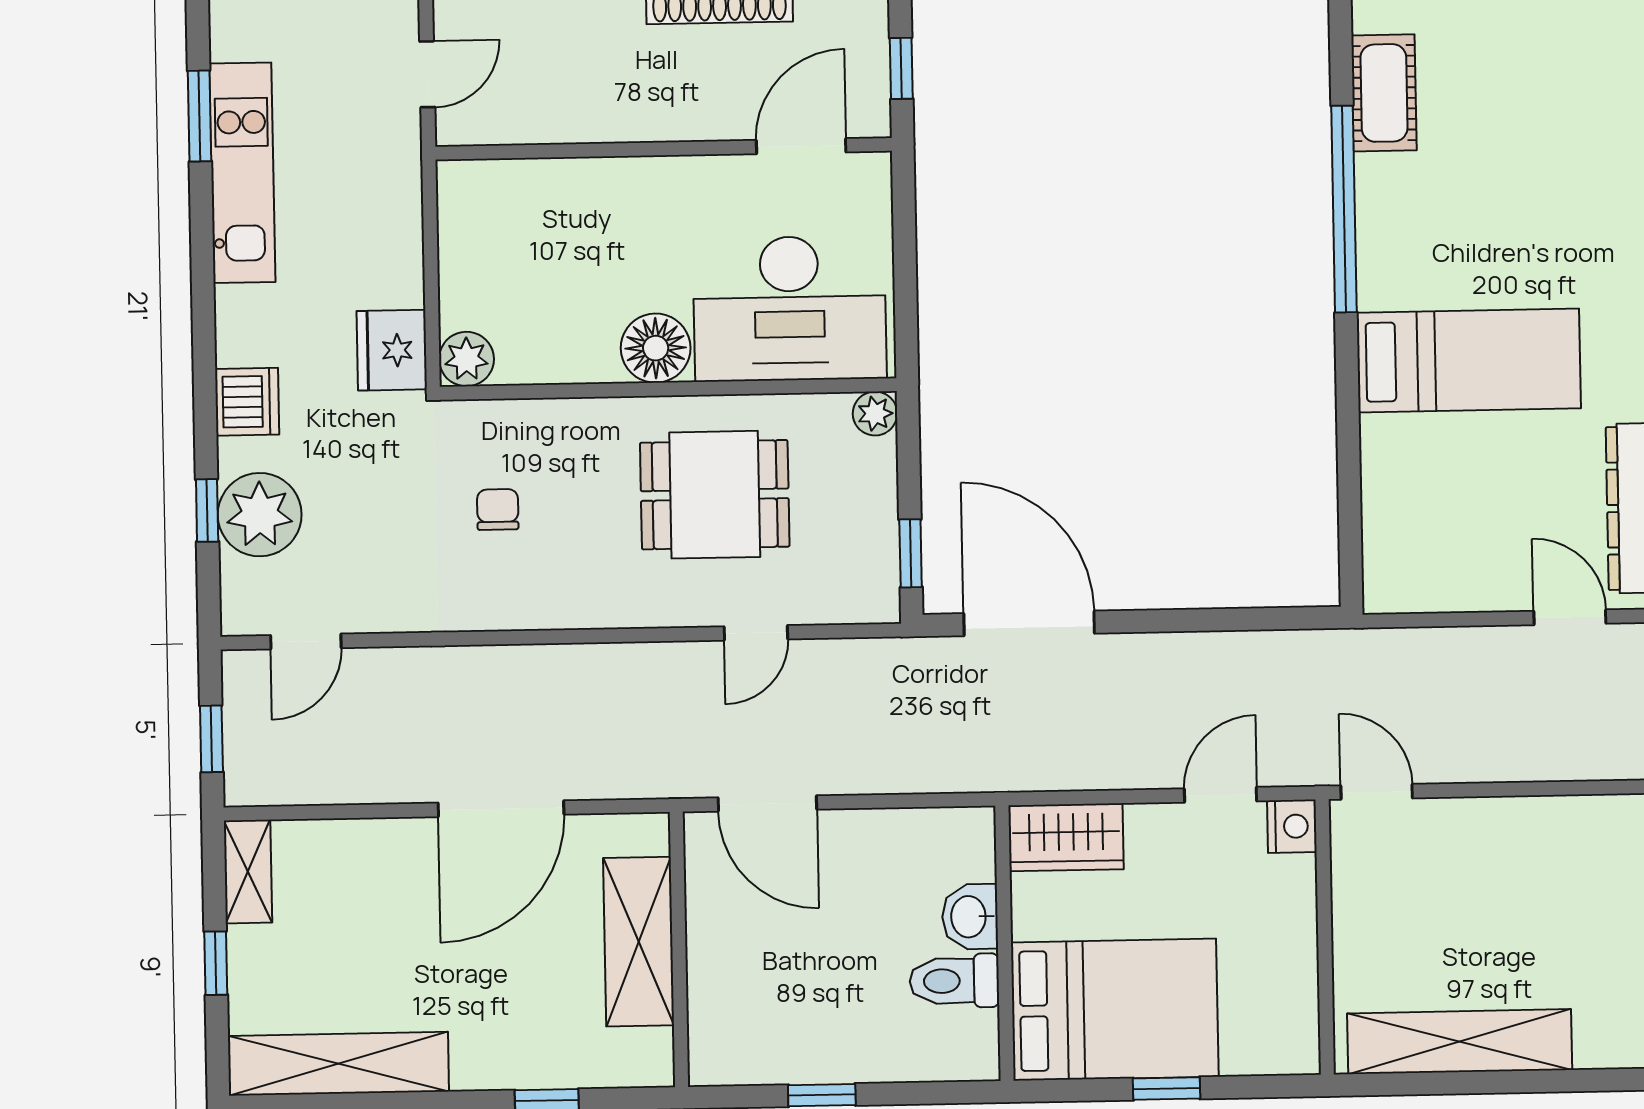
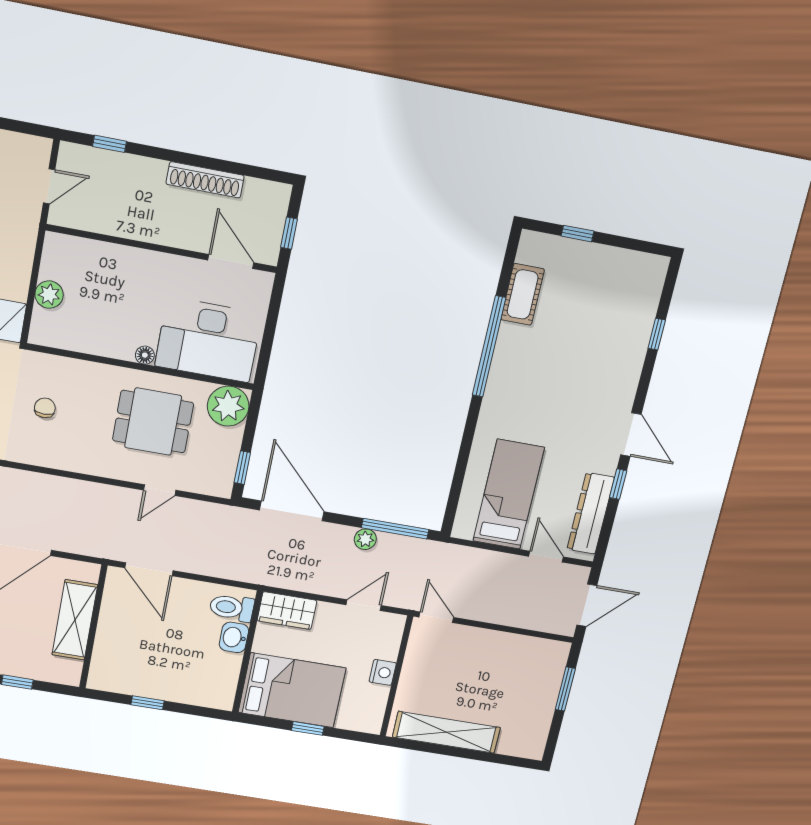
door: (801, 146) -> (231, 261), hinge flipped
floor lamp: (656, 348) -> (145, 355), width x0.53, depth x0.53
plant: (466, 359) -> (49, 295), moved
bed: (1469, 360) -> (509, 494), moved, turned -90
plant: (875, 414) -> (228, 406), width x1.88, depth x1.88
window: (1247, 619) -> (395, 529), added
plant: (1191, 654) -> (365, 539), added
nightstand: (1292, 826) -> (383, 672), moved
toilet: (954, 981) -> (232, 608), moved

